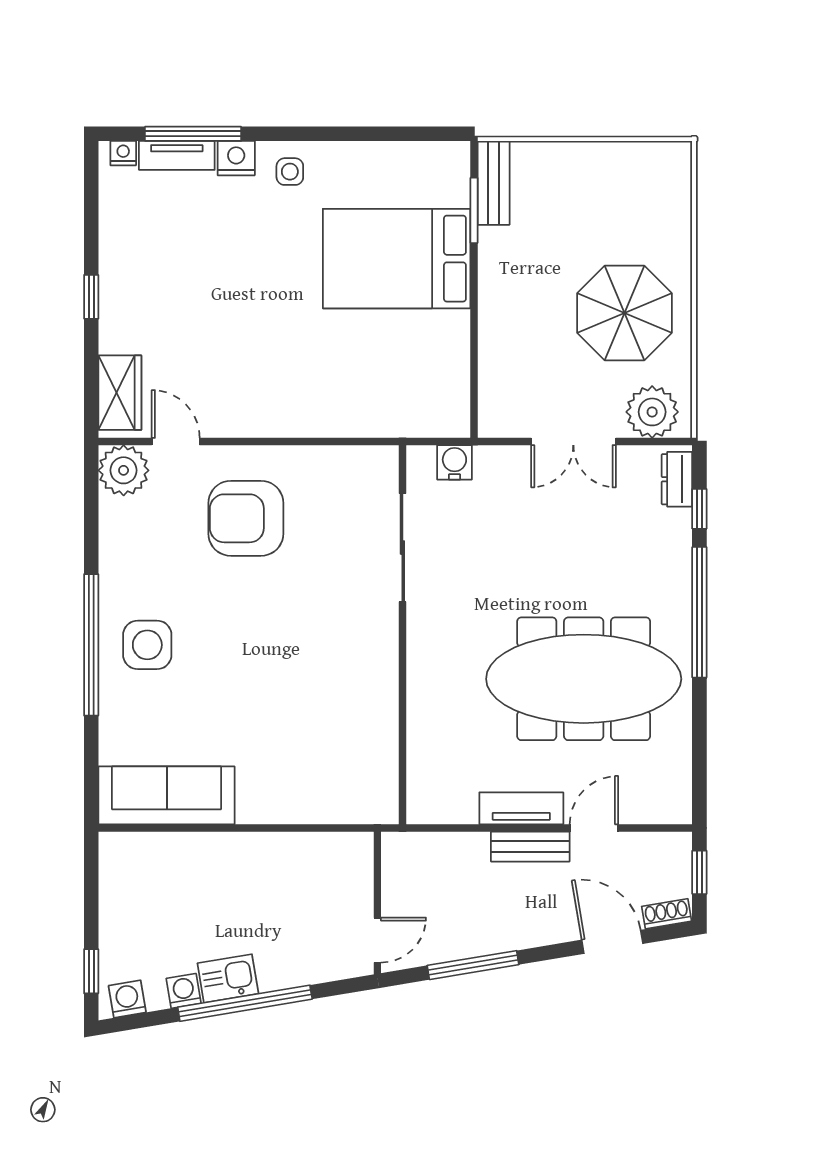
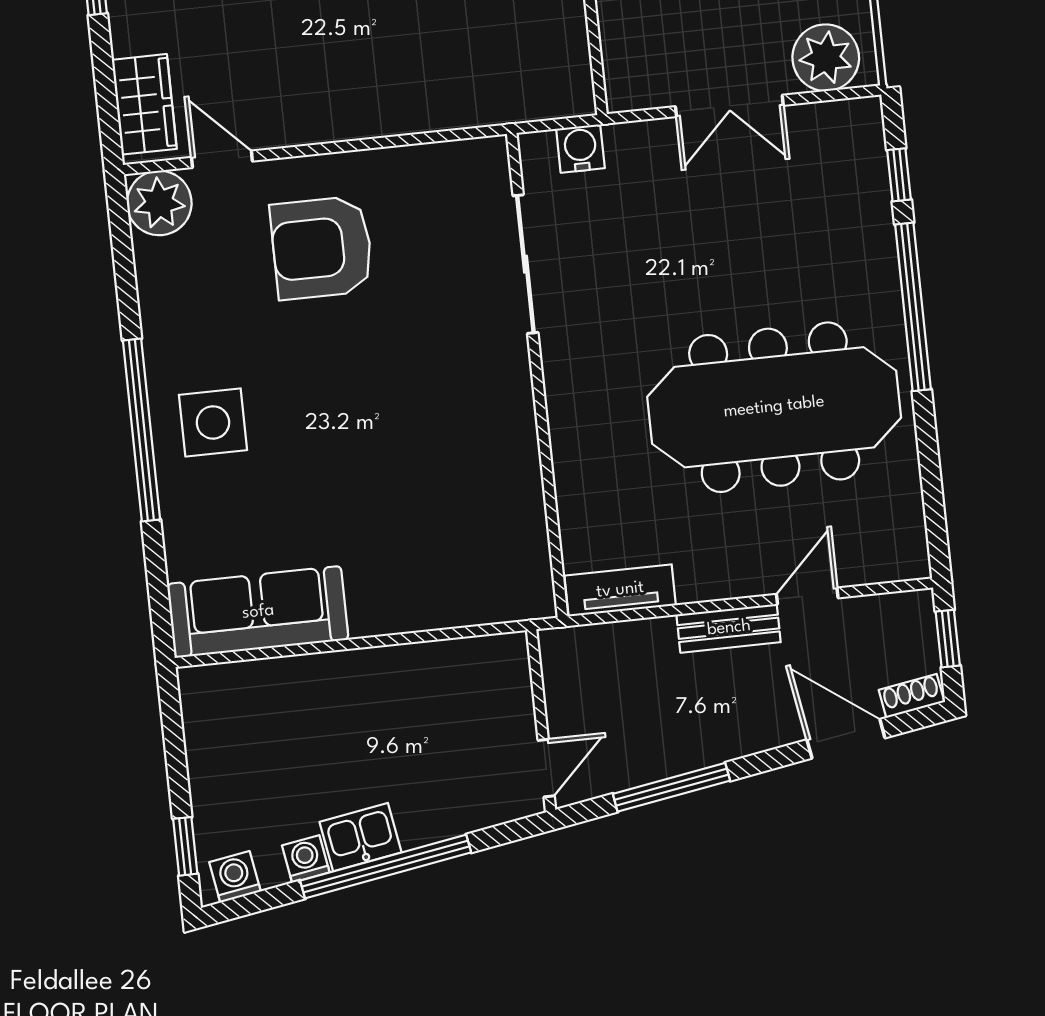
dresser: (677, 479) -> (866, 140), removed
tv unit: (521, 808) -> (620, 590), moved

